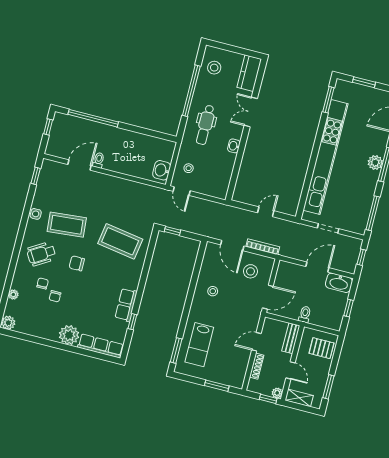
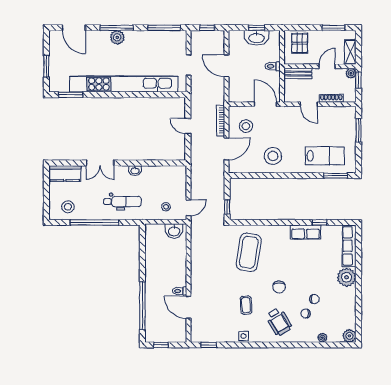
coffee table: (67, 225) -> (246, 305), width x0.54, depth x0.58
washbasin: (339, 283) -> (257, 38), moved, turned 90
stool: (213, 291) -> (273, 156), width x1.89, depth x1.89

